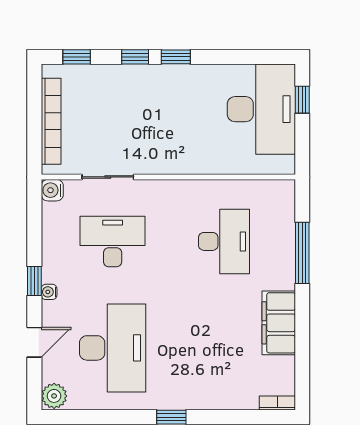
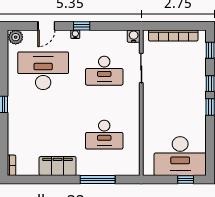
desk: (113, 241) -> (104, 71), turned 90
door: (34, 342) -> (46, 26), hinge flipped
desk: (113, 348) -> (43, 71), turned 180

